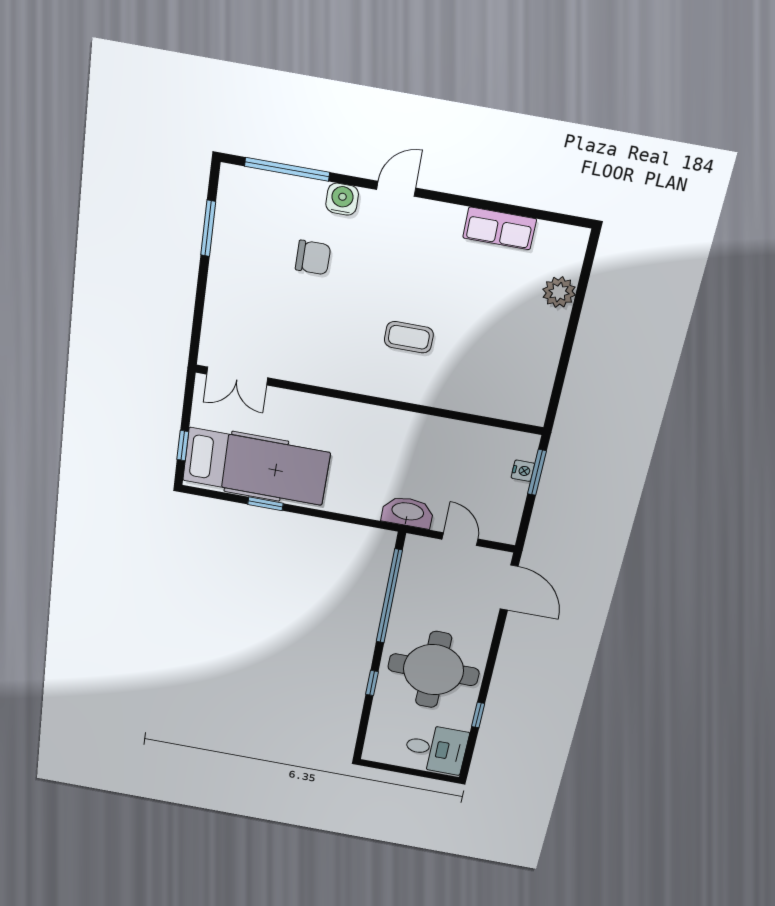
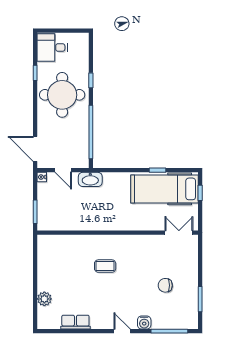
door: (396, 189) -> (122, 331), swing flipped
chair: (313, 257) -> (165, 285), moved
nightstand: (523, 471) -> (42, 177), moved

